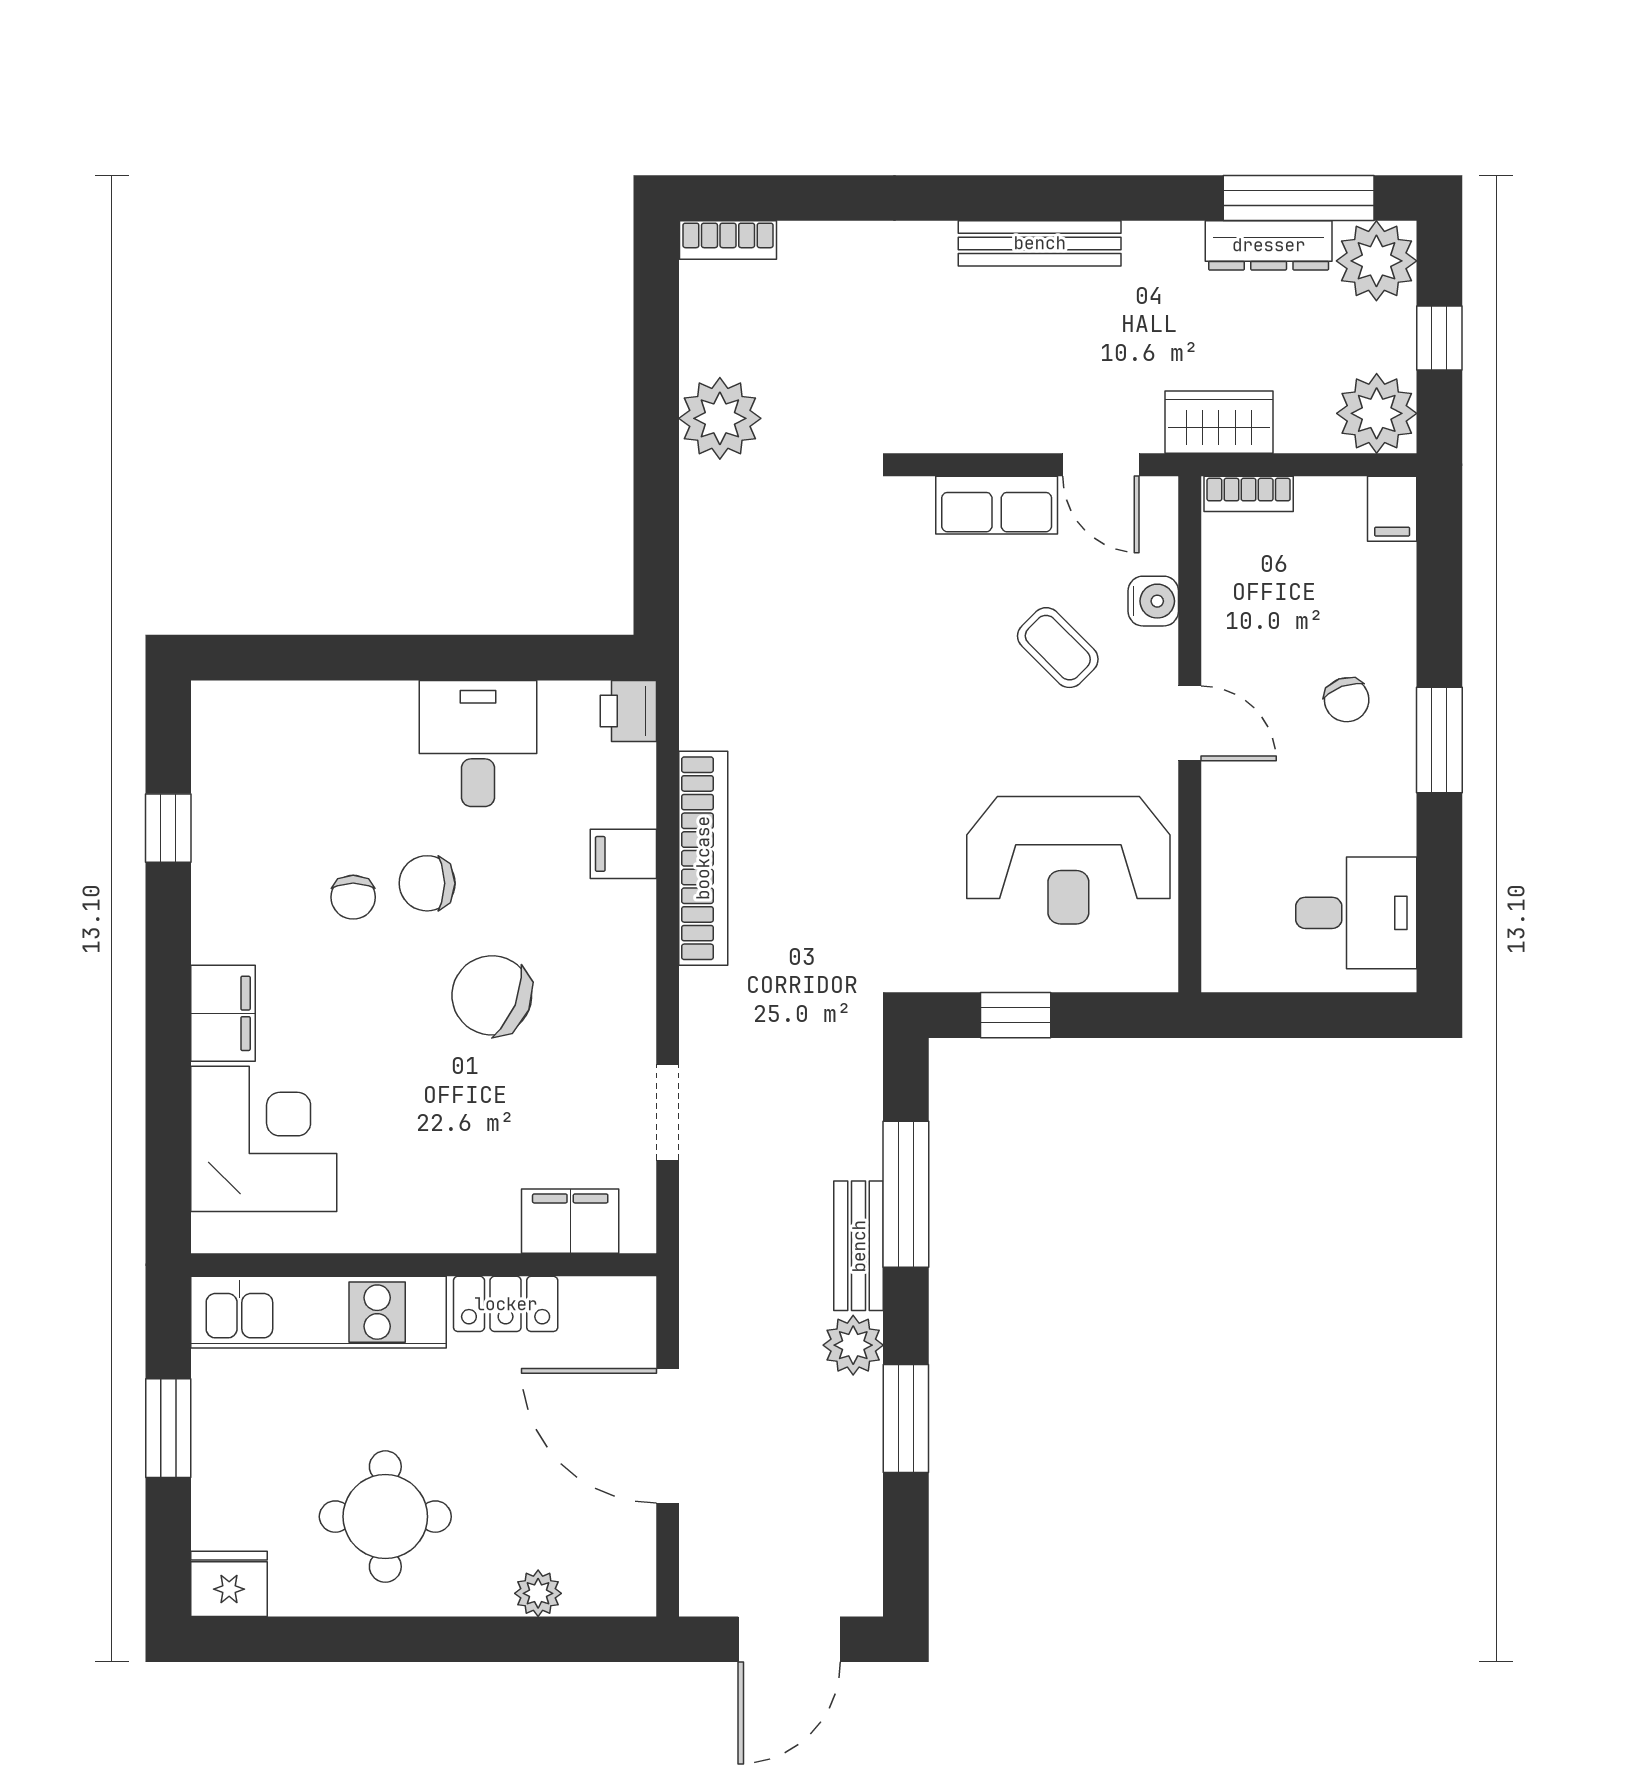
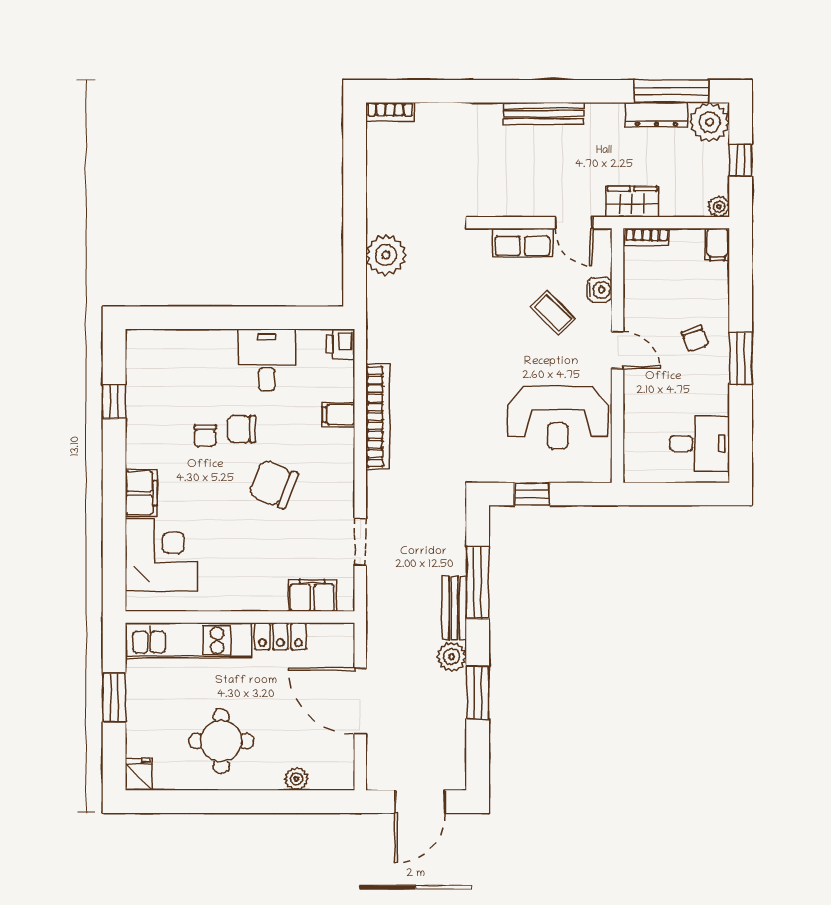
plant: (1377, 413) -> (719, 207), width x0.53, depth x0.53
plant: (720, 418) -> (386, 255), moved
fridge: (229, 1584) -> (139, 774), width x0.72

